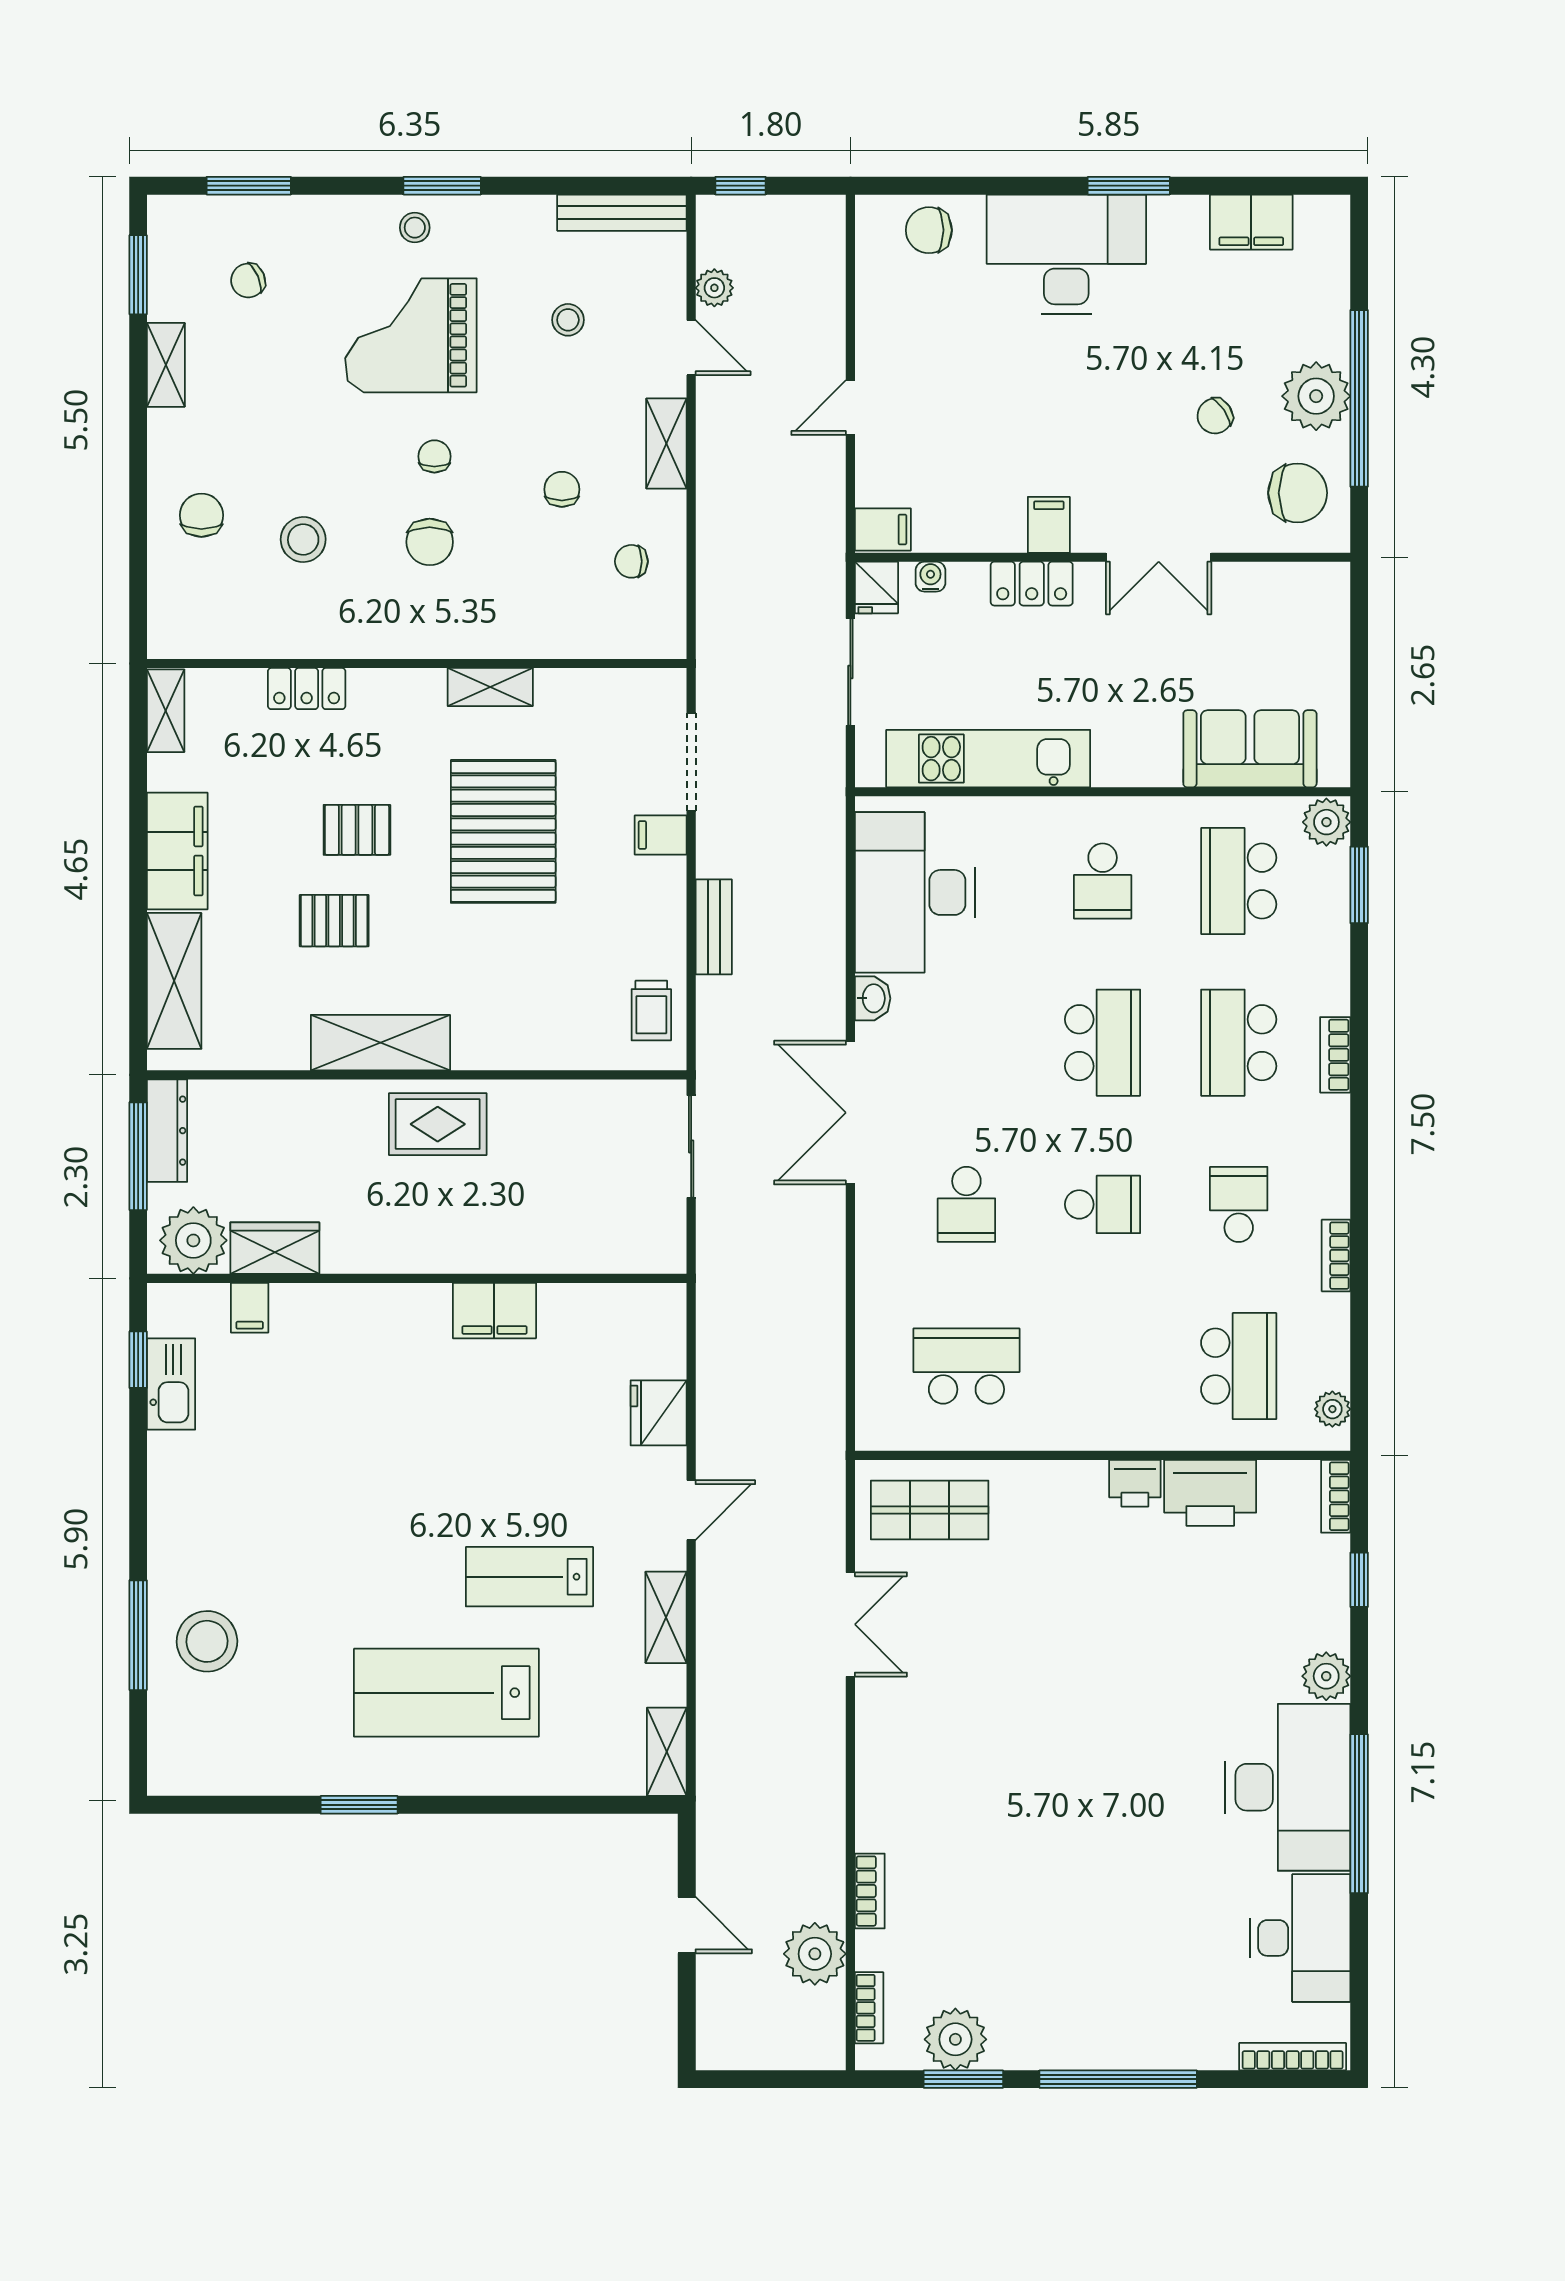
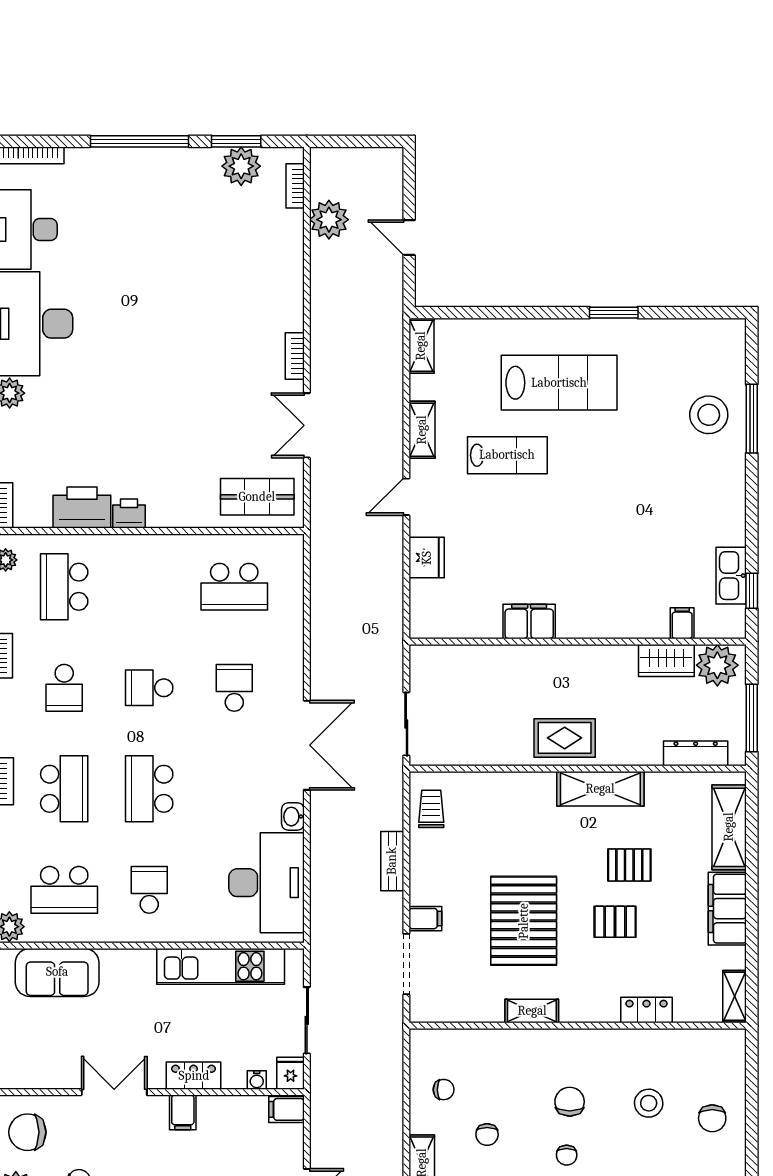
school desk: (1239, 881) -> (64, 890), turned 90
dresser: (167, 1131) -> (696, 753), moved, turned 90
bookcase: (870, 1891) -> (295, 356), moved

